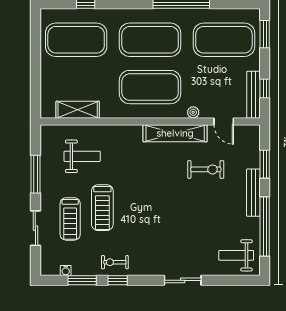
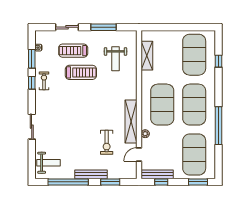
treadmill: (102, 208) -> (81, 72), turned 180
weight bench: (236, 255) -> (49, 163), turned 90

